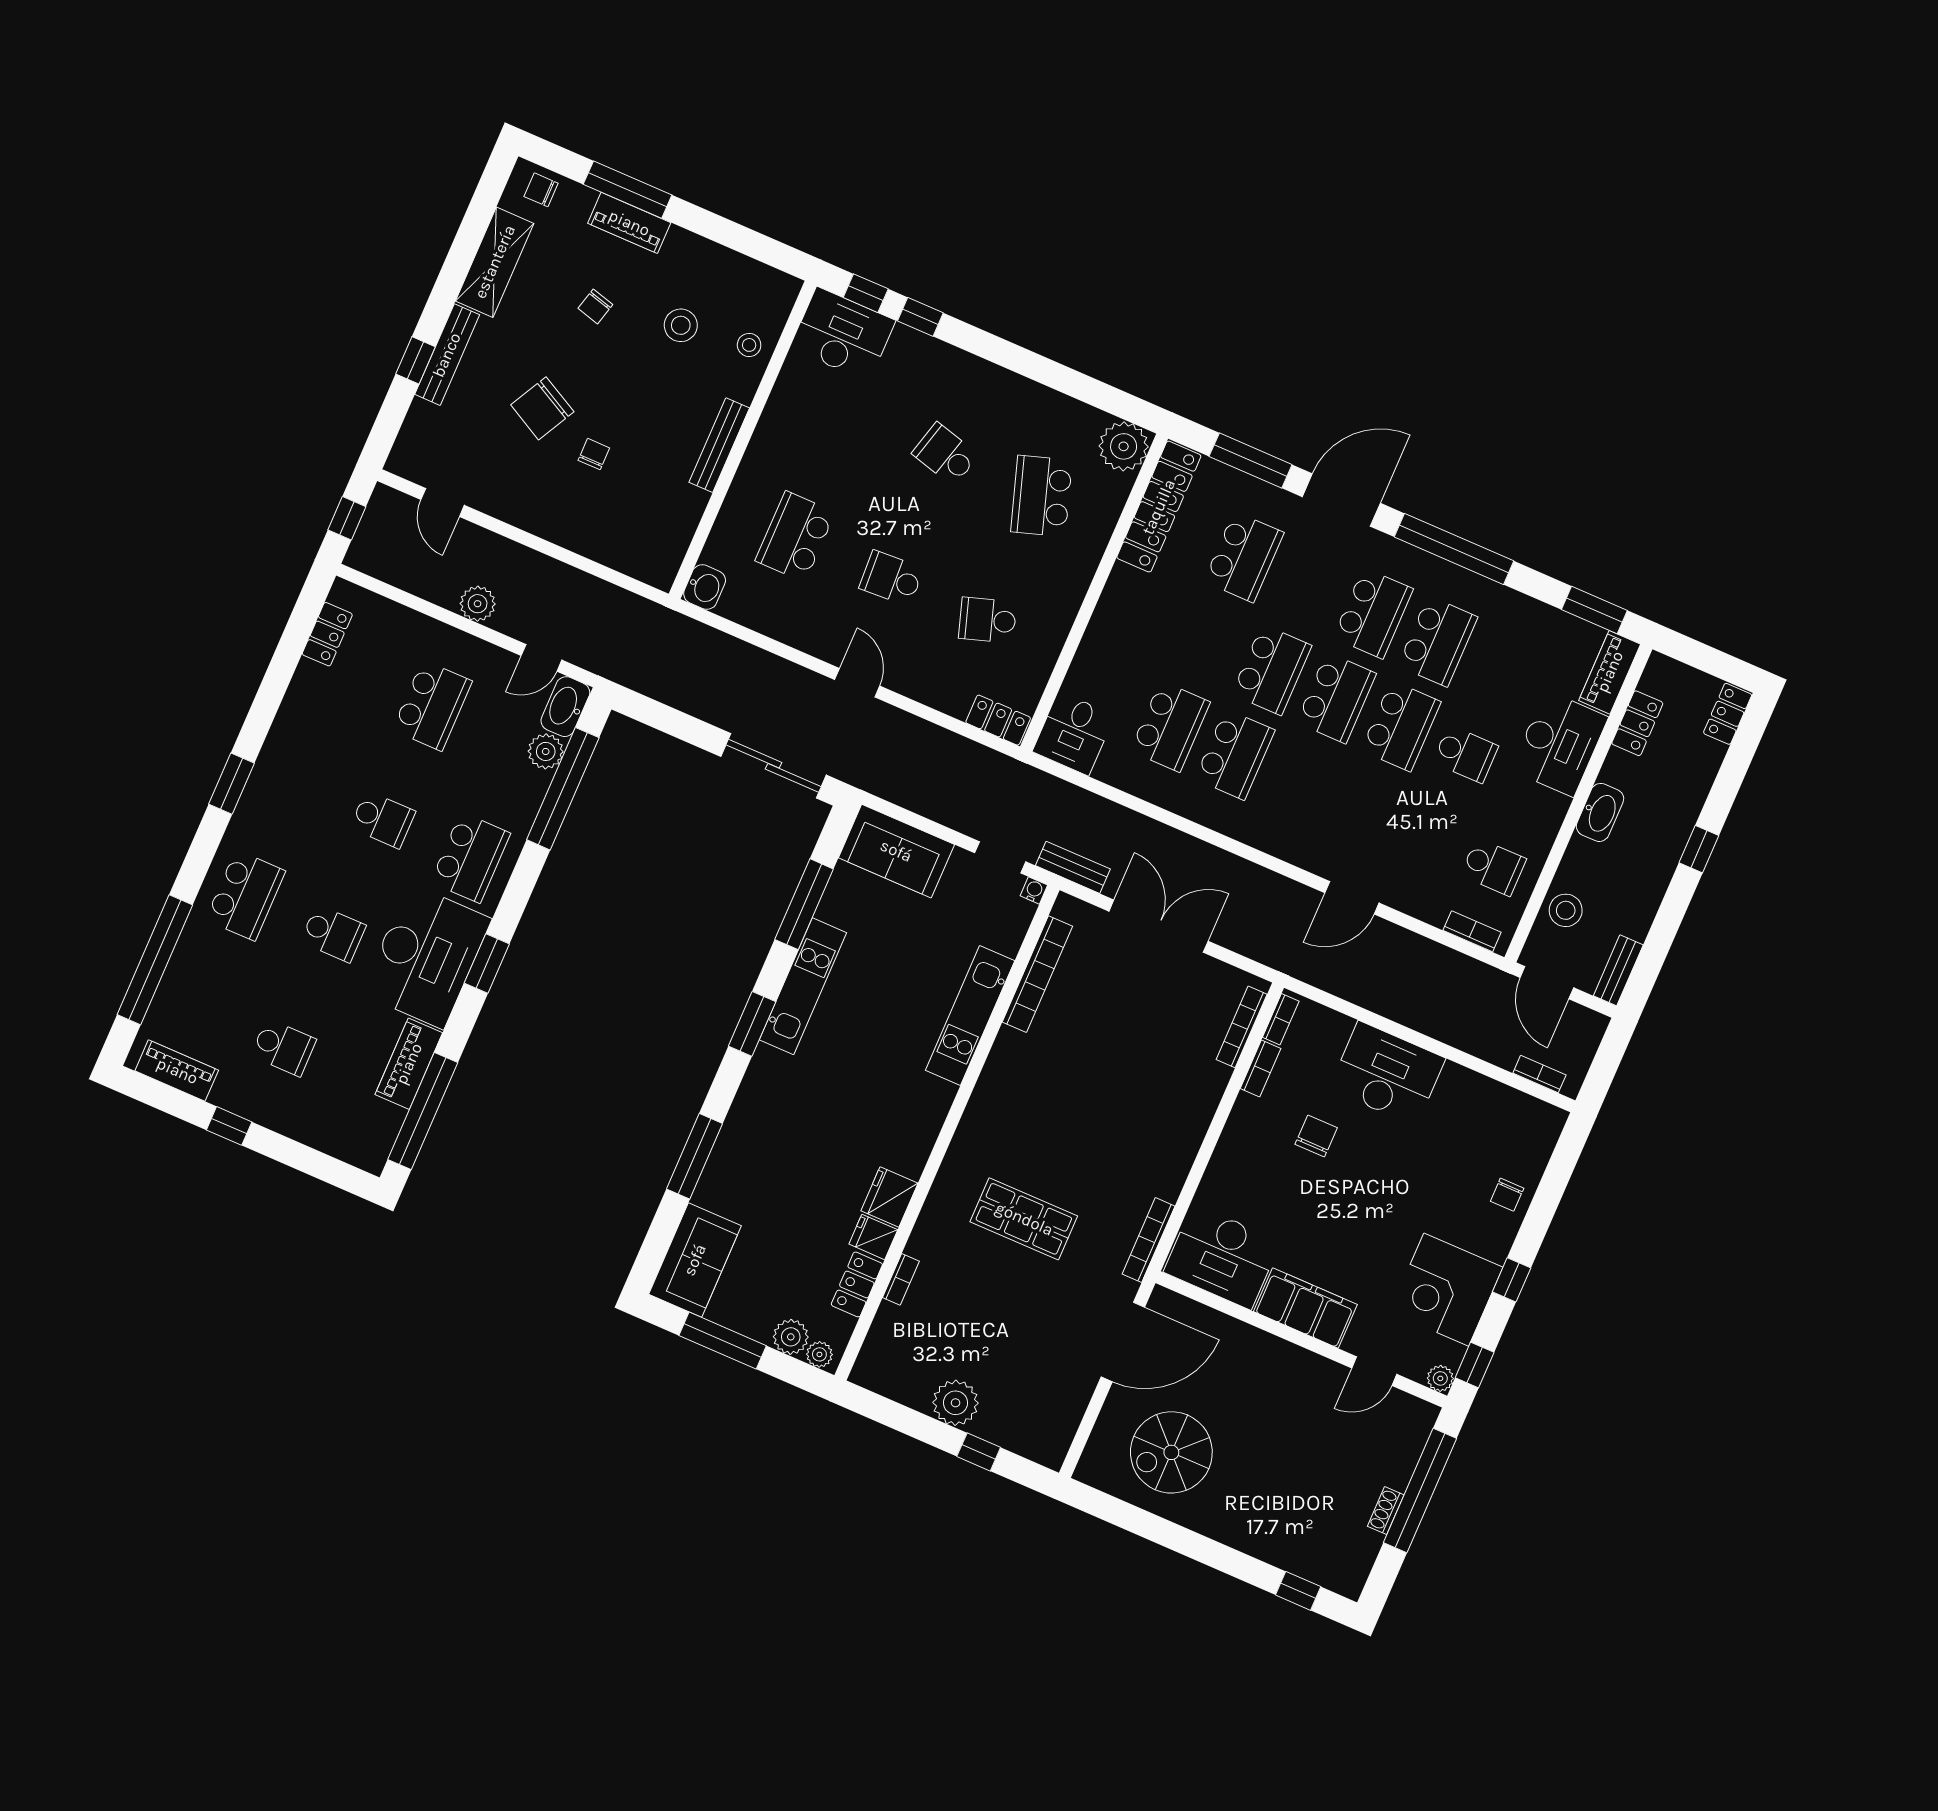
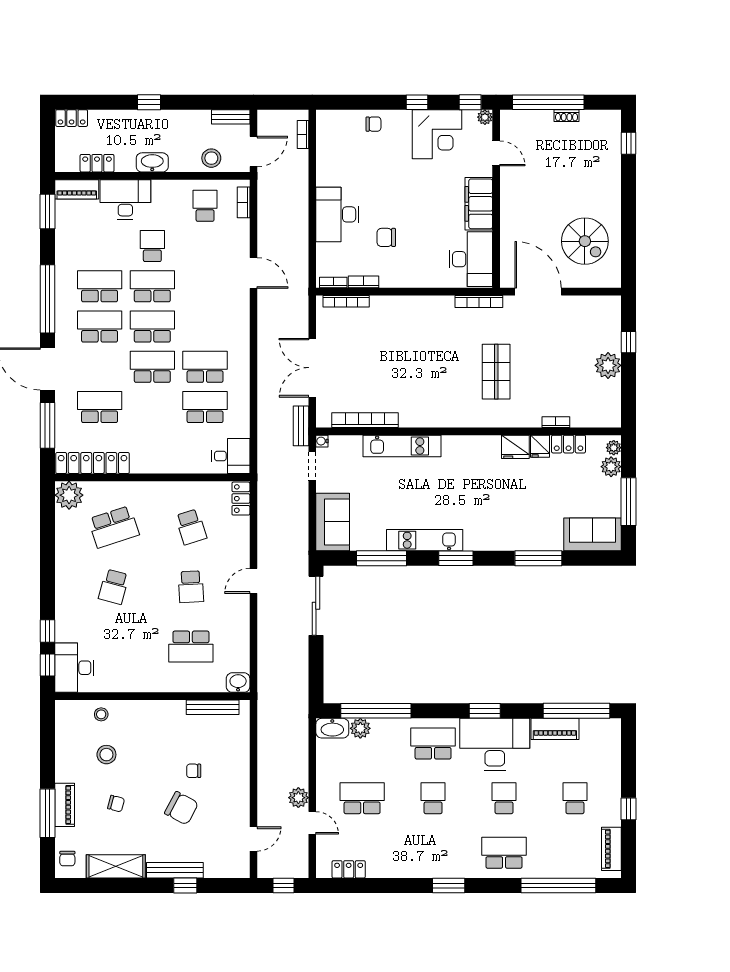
bench: (719, 445) -> (213, 707), moved
door: (541, 658) -> (312, 823), moved

